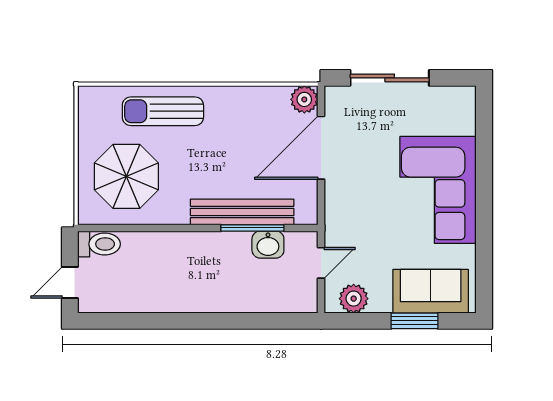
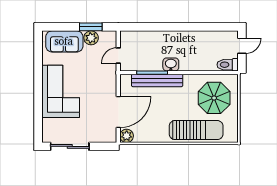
sliding door: (390, 78) -> (70, 146), moved
sun lounger: (163, 111) -> (196, 130), width x1.36, depth x1.34
washbasin: (268, 245) -> (171, 64), moved
plant: (354, 299) -> (91, 38), moved
window: (414, 321) -> (91, 27), moved

